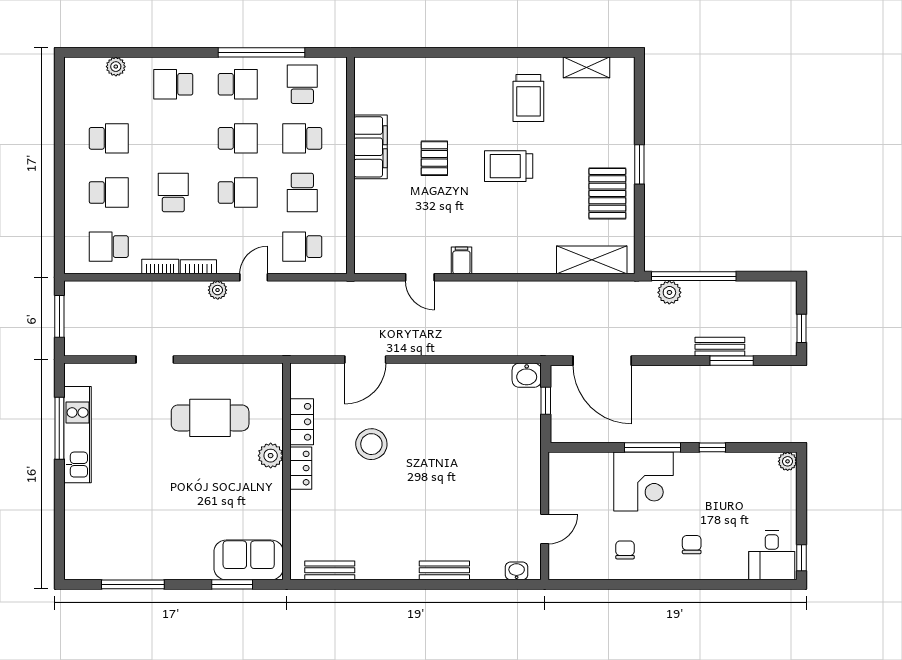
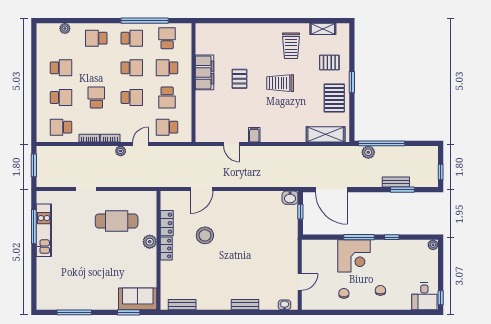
pallet: (598, 129) -> (329, 62), added

